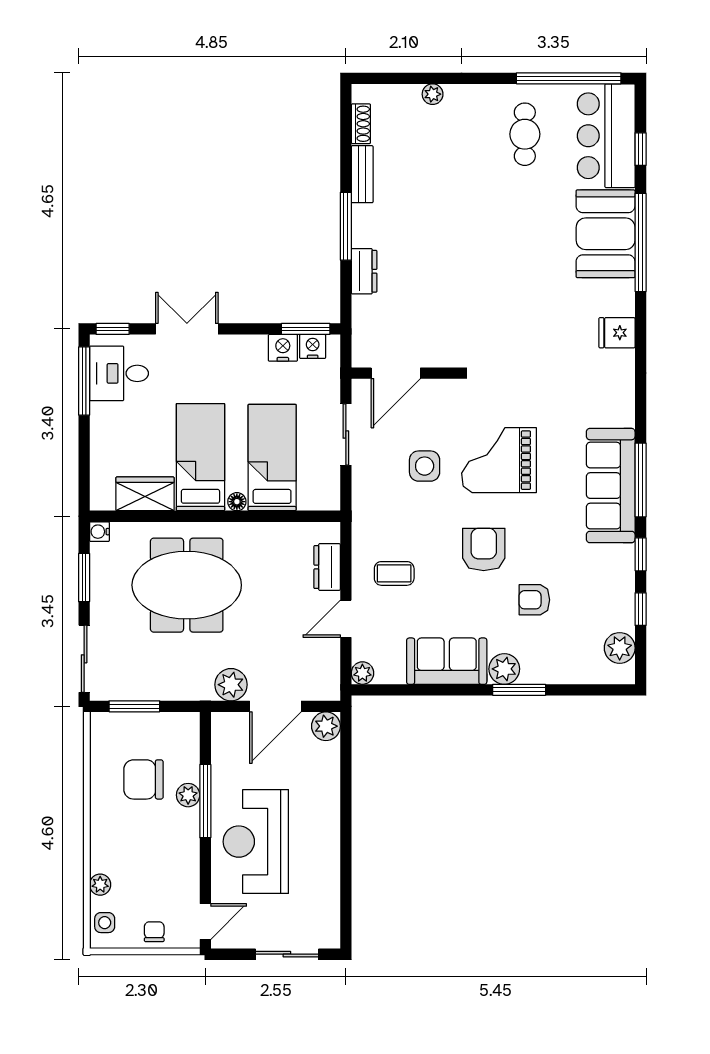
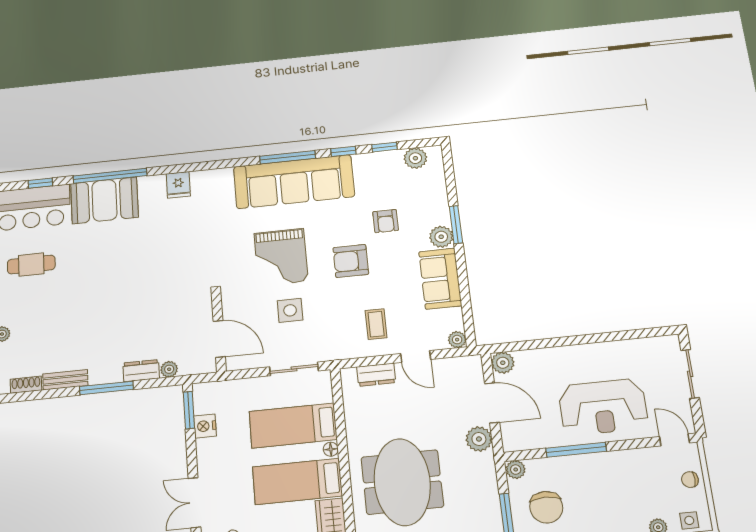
plant: (362, 307) -> (169, 369), added
nightstand: (313, 346) -> (202, 403), removed
sliding door: (346, 434) -> (294, 369), moved
sofa: (611, 486) -> (294, 182), width x1.36, depth x1.27
chair: (143, 779) -> (546, 507), moved
plant: (188, 795) -> (516, 470), moved

